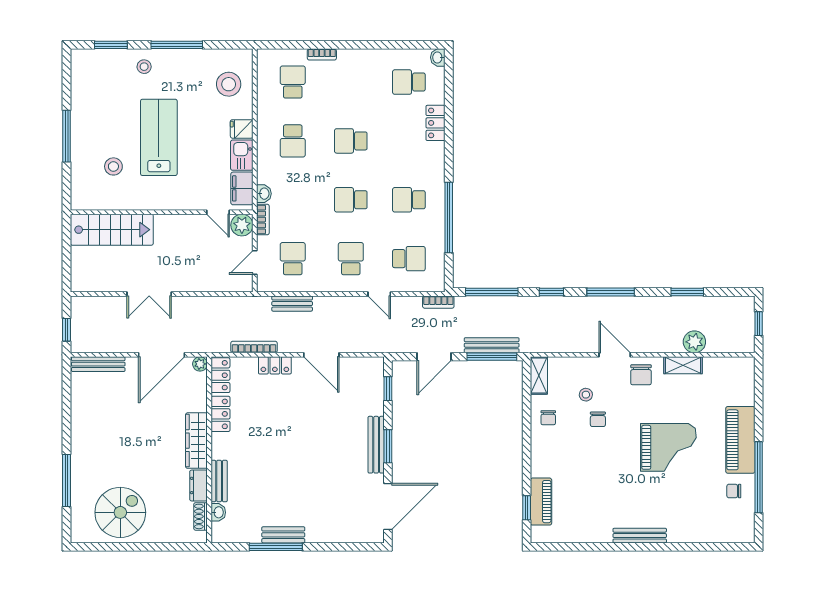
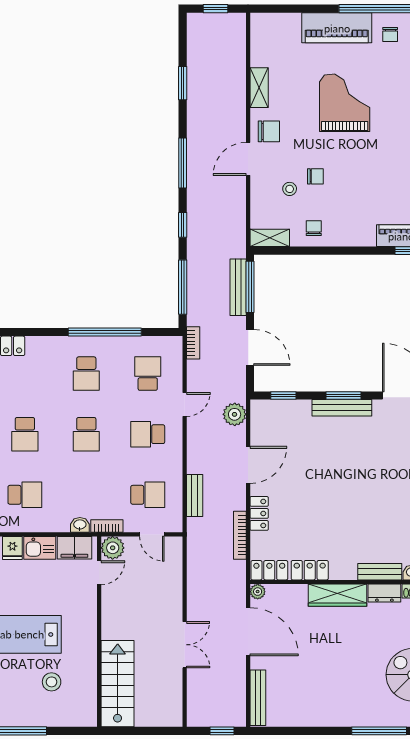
school desk: (293, 259) -> (148, 495), turned 180
plant: (694, 342) -> (235, 414), moved
chair: (548, 418) -> (314, 228), turned -90

